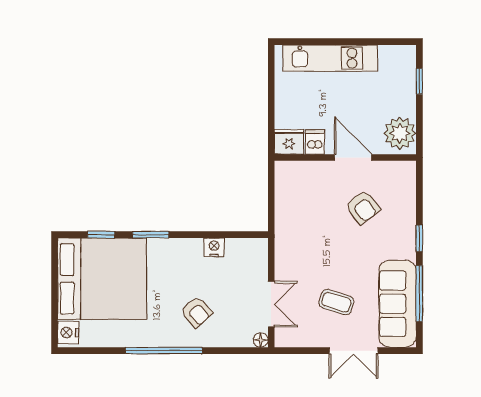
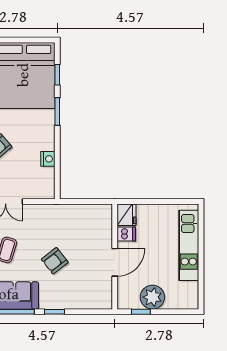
window: (419, 81) -> (141, 312), moved
plant: (400, 133) -> (152, 297), moved
armchair: (363, 207) -> (55, 261), moved

